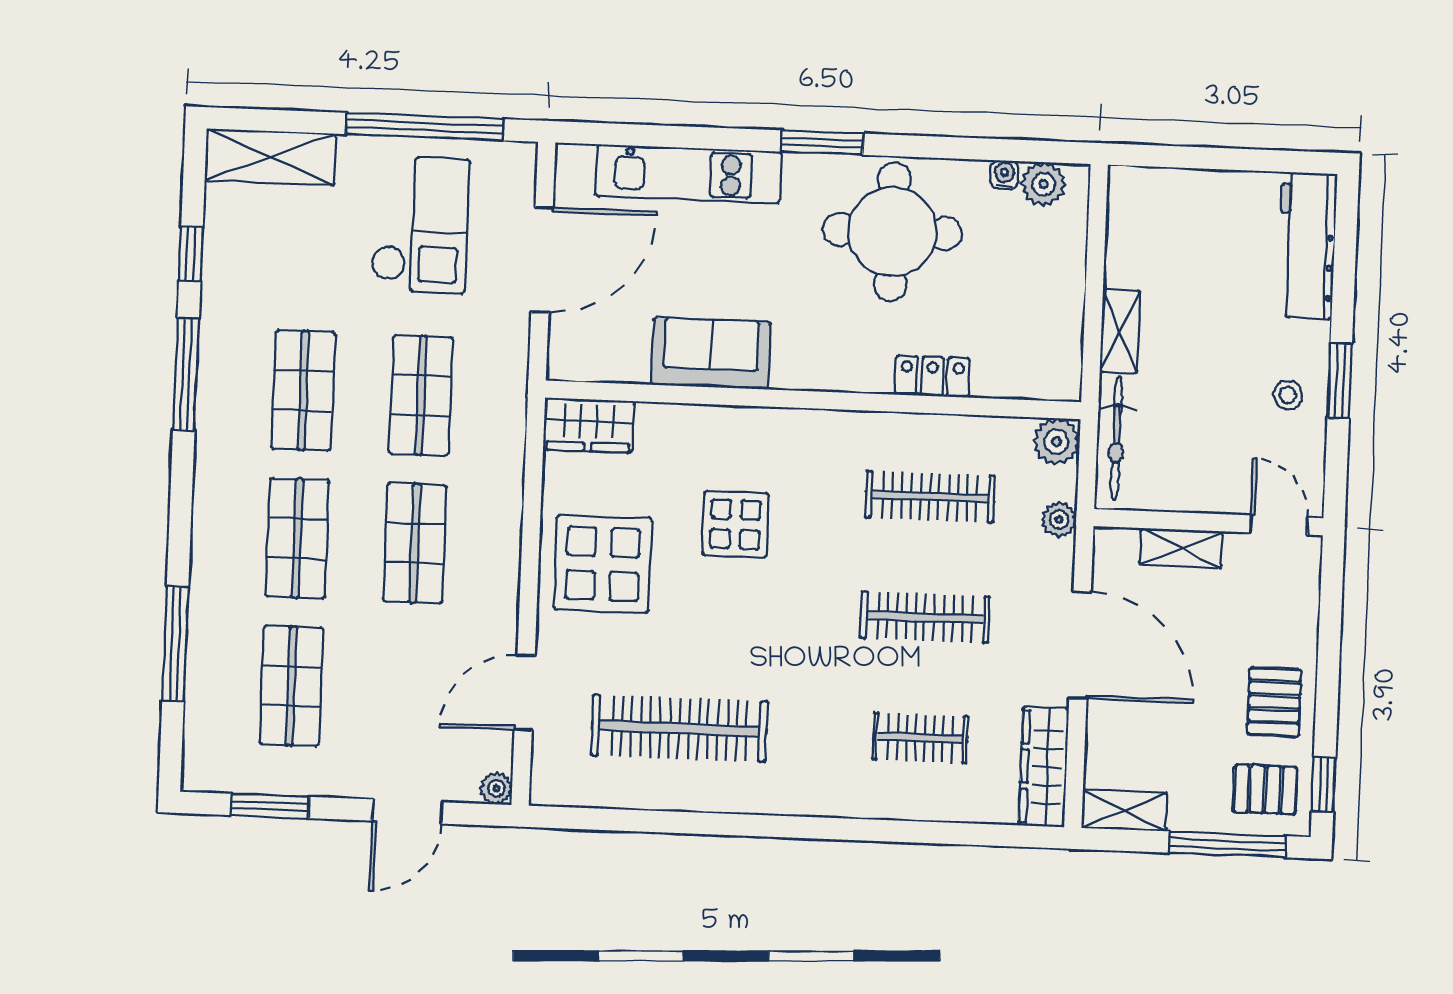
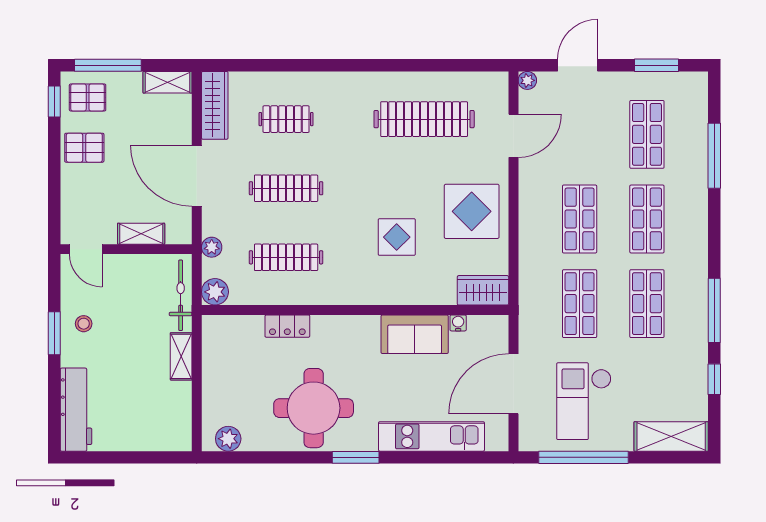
water cooler: (1004, 175) -> (458, 323), moved, turned 180
pallet: (1274, 702) -> (84, 148), turned 90

